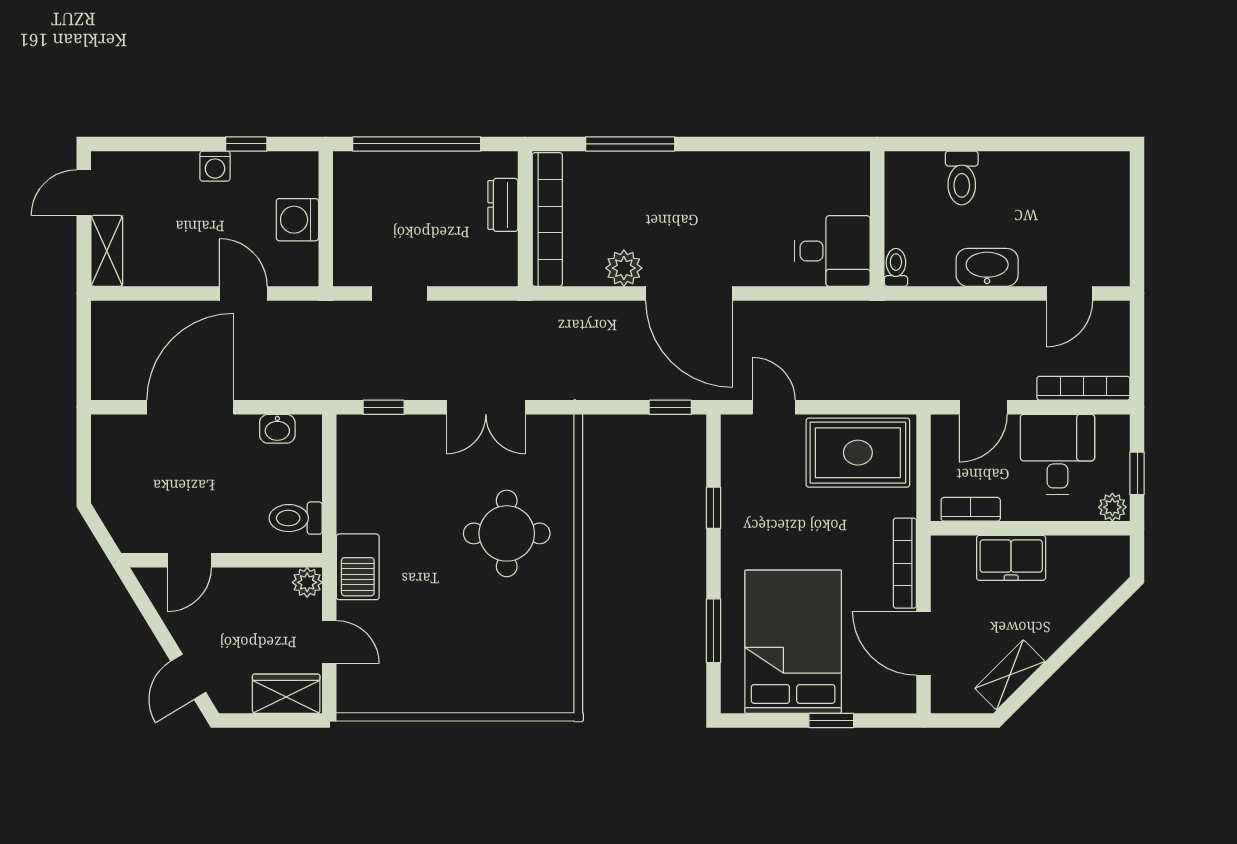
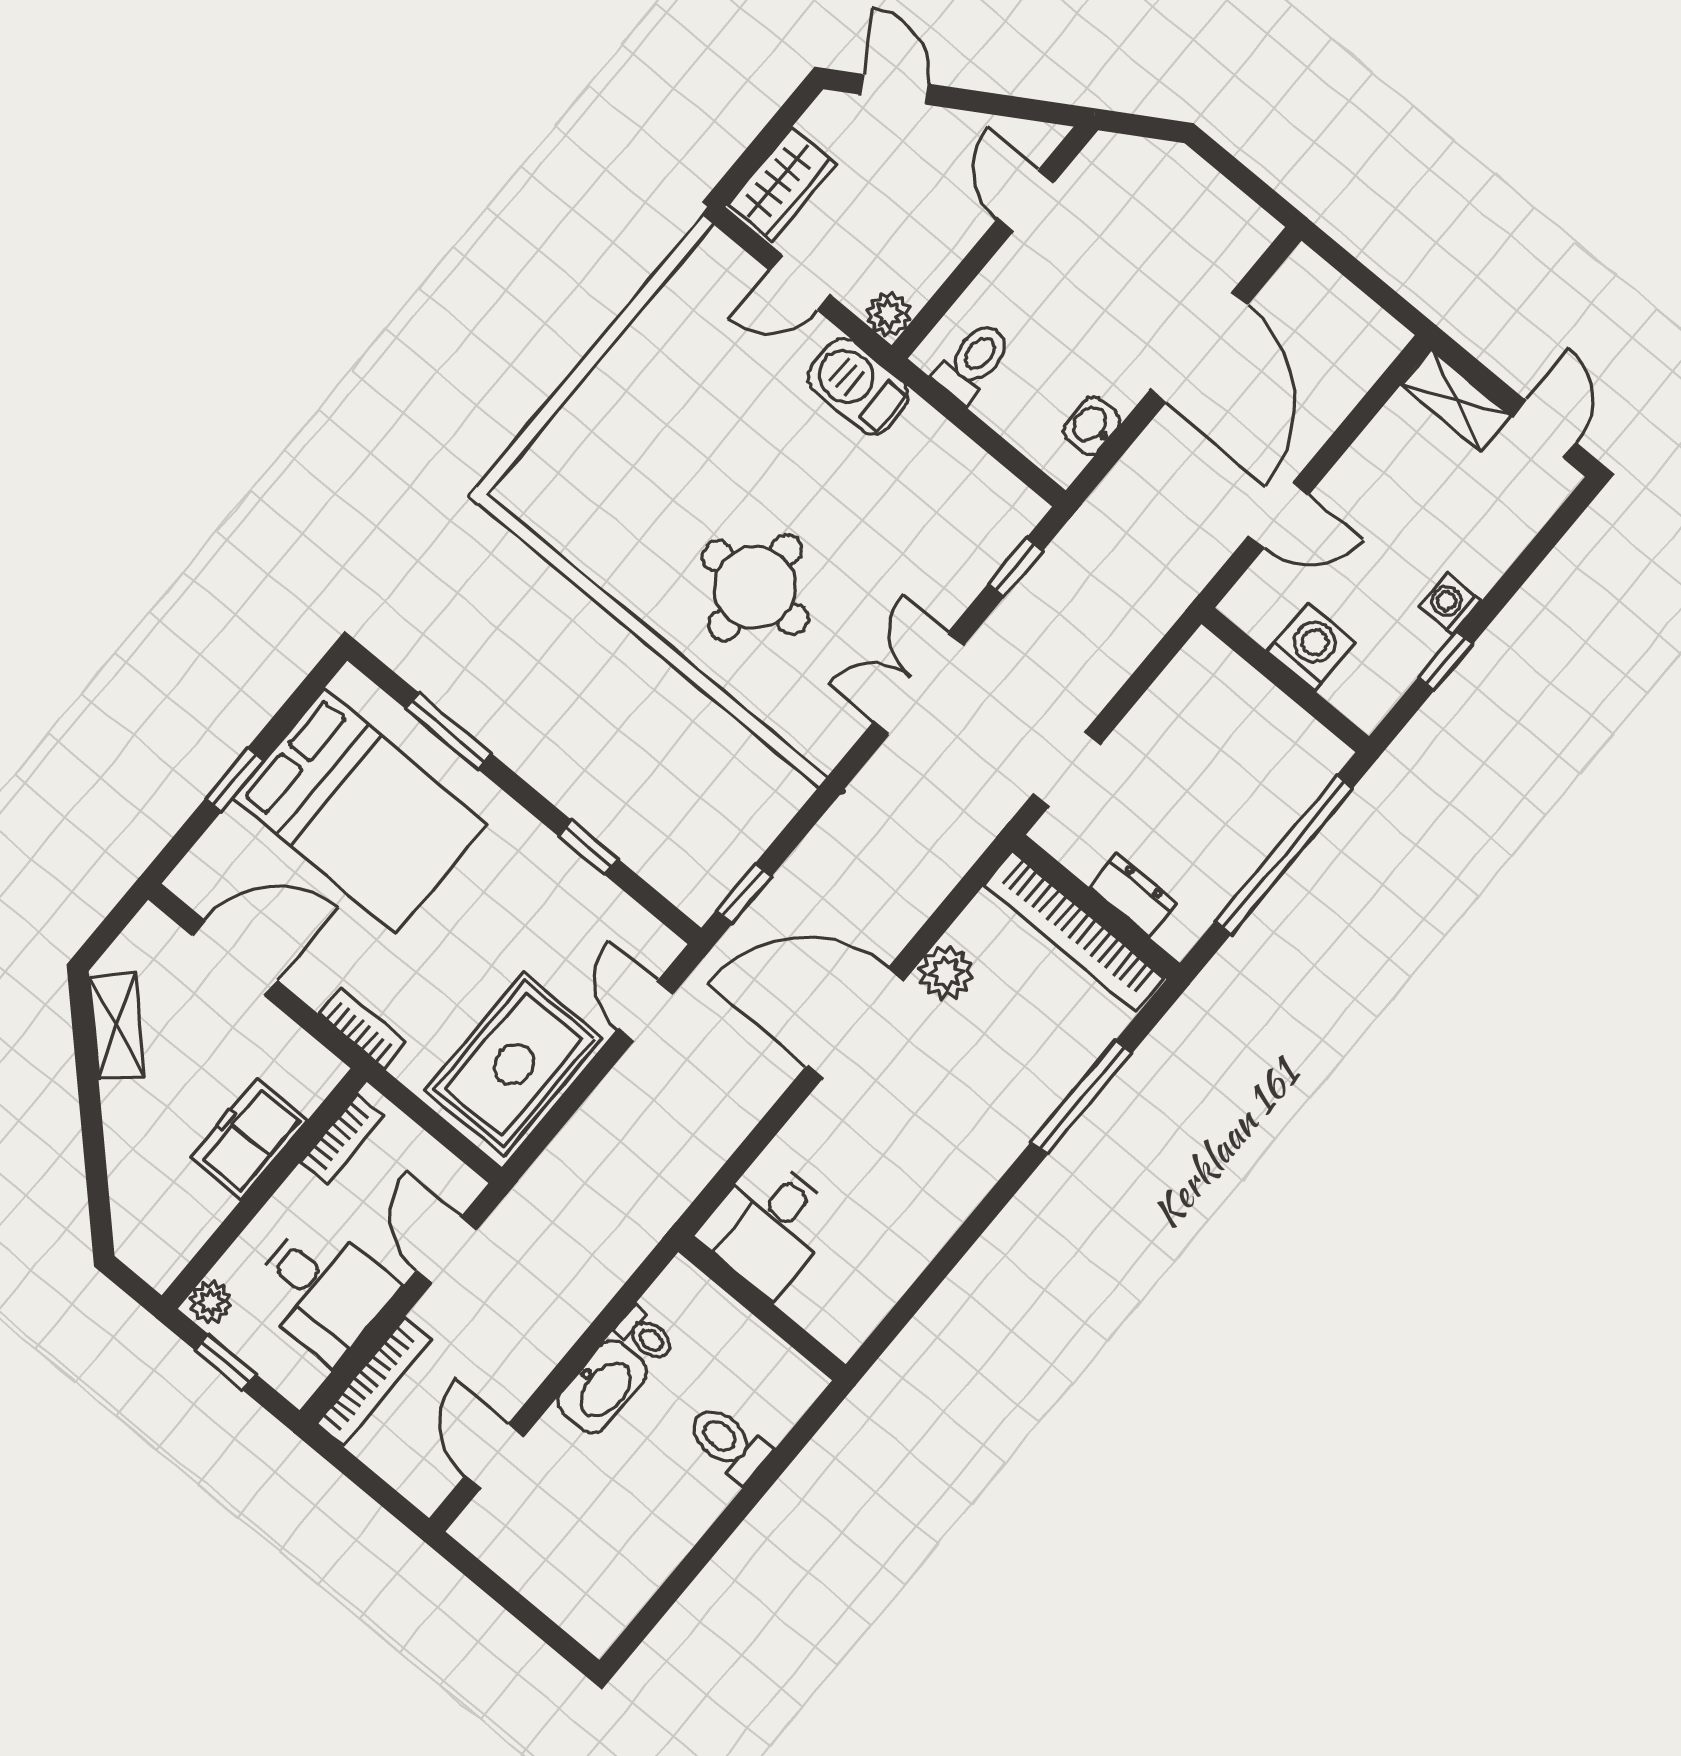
toilet: (896, 267) -> (645, 1335), moved
doorway: (400, 293) -> (1067, 769), moved
door: (774, 407) -> (645, 1011), swing flipped
bookcase: (905, 563) -> (362, 1028), width x0.64

